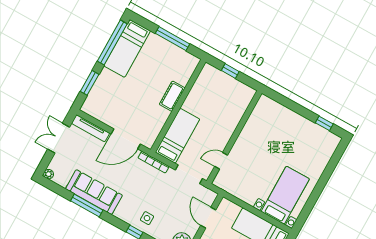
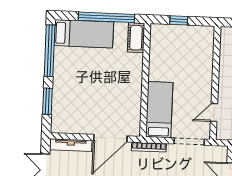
window: (172, 39) -> (106, 17), width x1.46
bed: (127, 48) -> (84, 34), moved, turned -90
cot: (172, 96) -> (136, 38), moved

